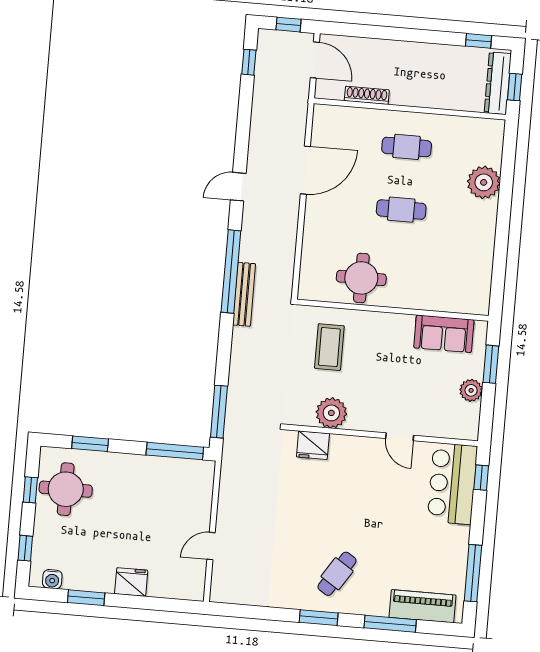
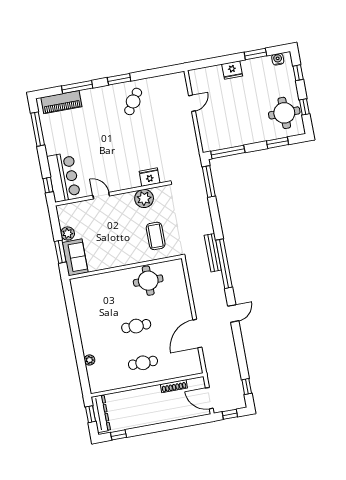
plant: (484, 182) -> (89, 360), width x0.53, depth x0.53
sofa: (444, 334) -> (75, 257), moved, turned 90
cafe table: (337, 574) -> (133, 101), moved

